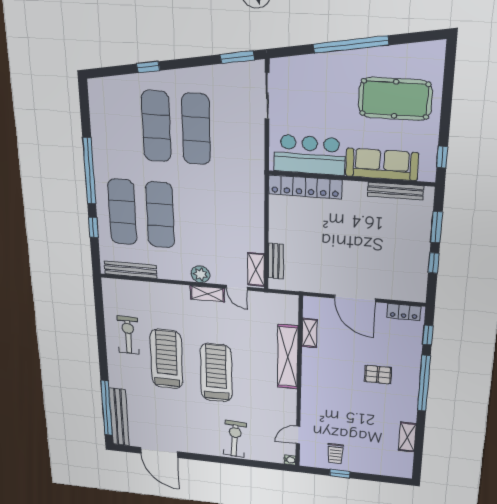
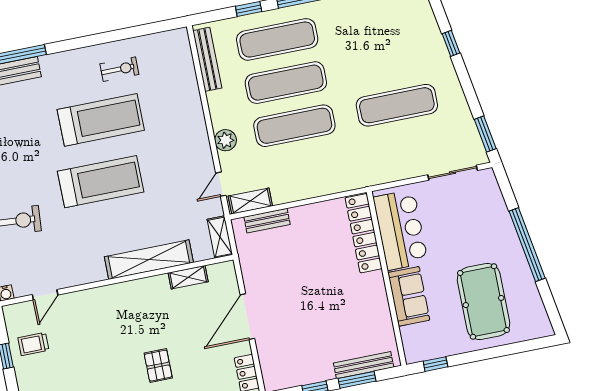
exercise mat: (156, 126) -> (294, 126), moved
sofa: (382, 164) -> (409, 296), width x0.73
bench: (395, 191) -> (364, 365), moved, turned 90
shelving: (207, 294) -> (220, 237), moved
exercise bike: (128, 335) -> (119, 69), width x0.73, depth x0.72
door: (298, 435) -> (45, 295), swing flipped

